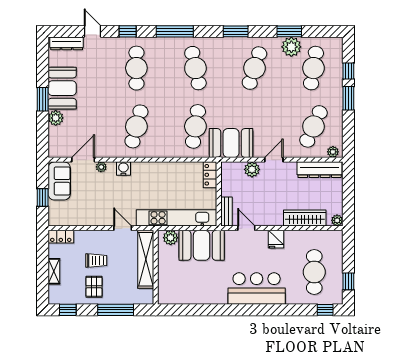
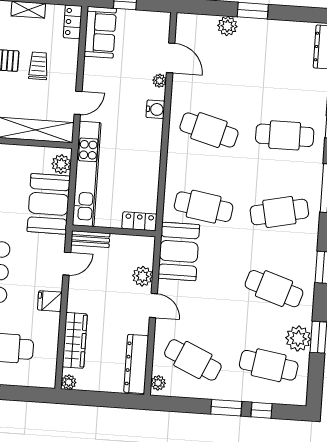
booth: (62, 88) -> (265, 37), removed
sofa: (59, 181) -> (100, 32), moved, turned -90
trolley: (96, 261) -> (38, 66), turned 180

